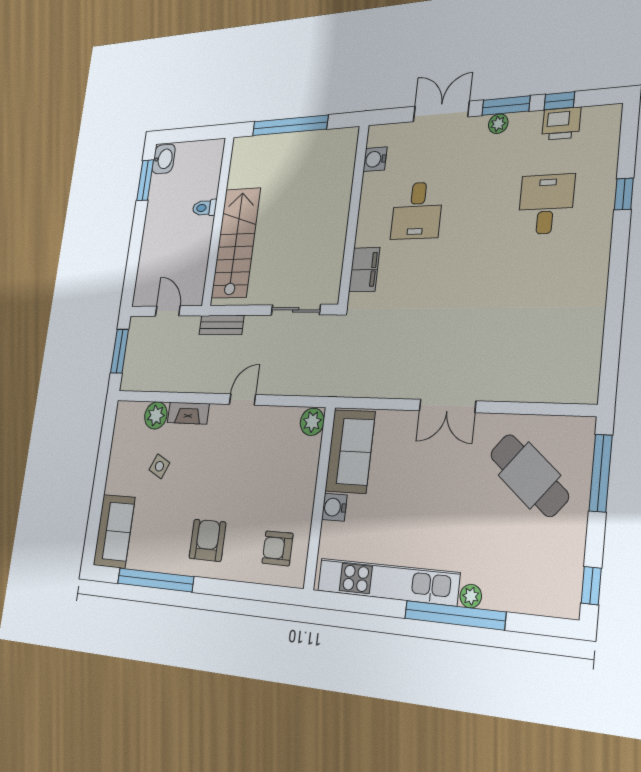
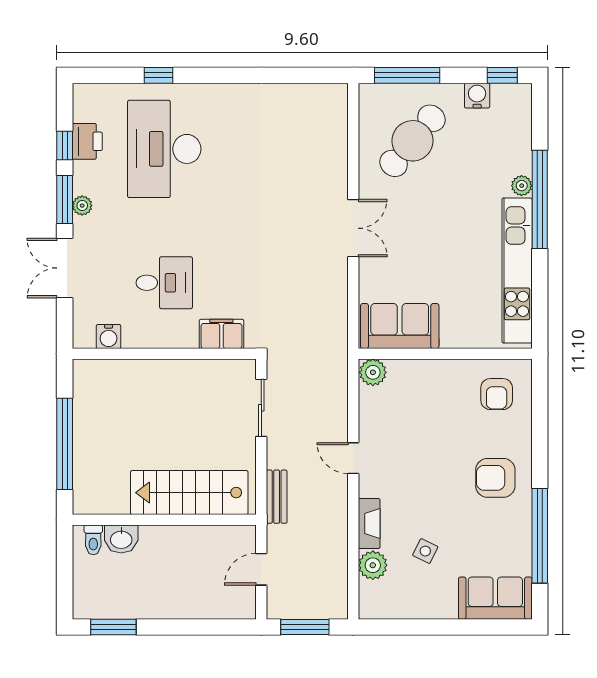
washbasin: (164, 159) -> (121, 539), moved, turned 180
desk: (546, 204) -> (164, 149), width x1.87, depth x1.30
toilet: (205, 208) -> (93, 540), moved
water cooler: (334, 507) -> (477, 96), moved, turned 180

